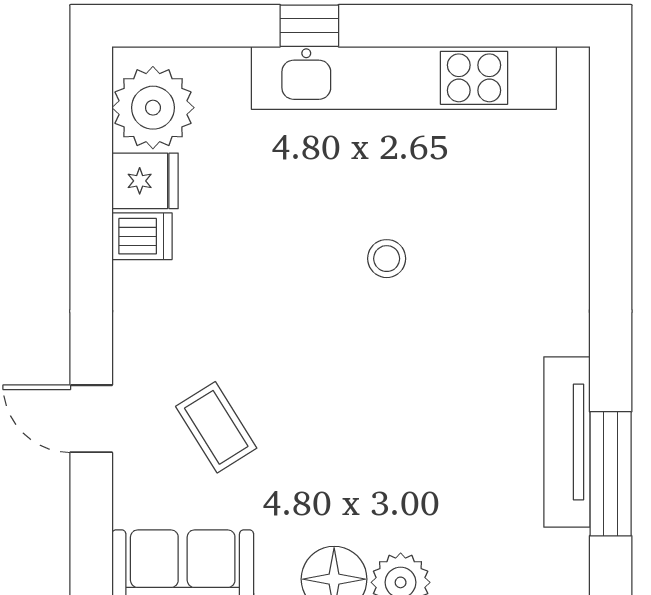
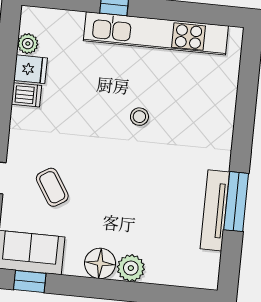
plant: (153, 108) -> (28, 44), width x0.53, depth x0.53
window: (611, 474) -> (236, 202), moved

